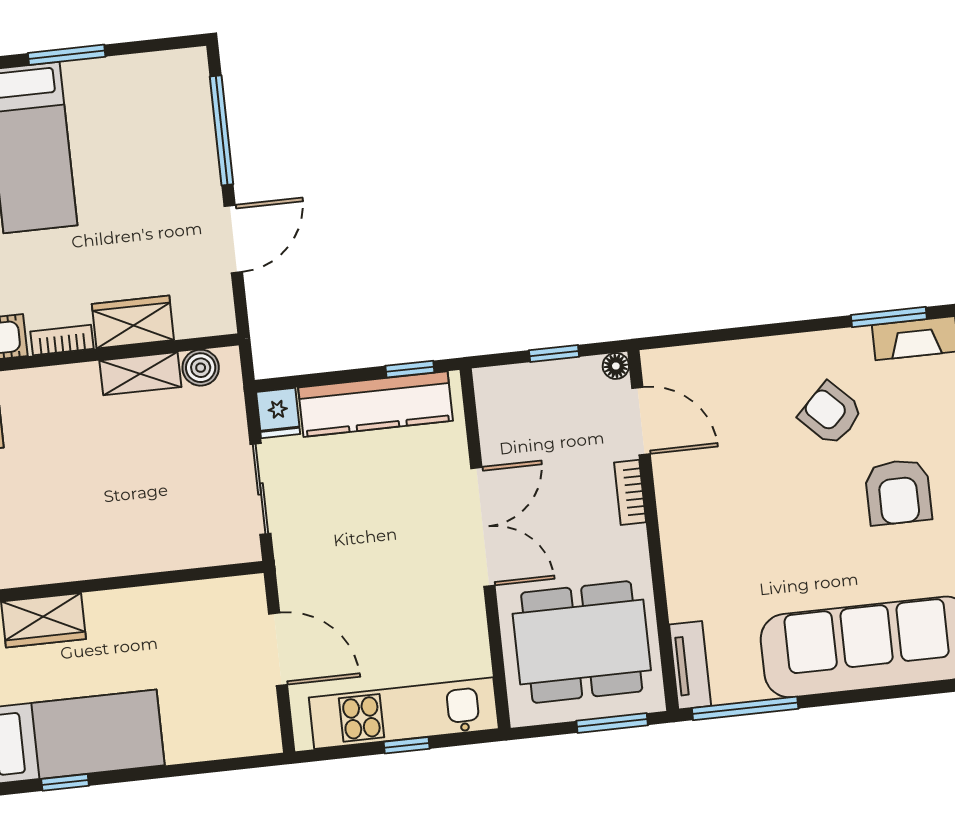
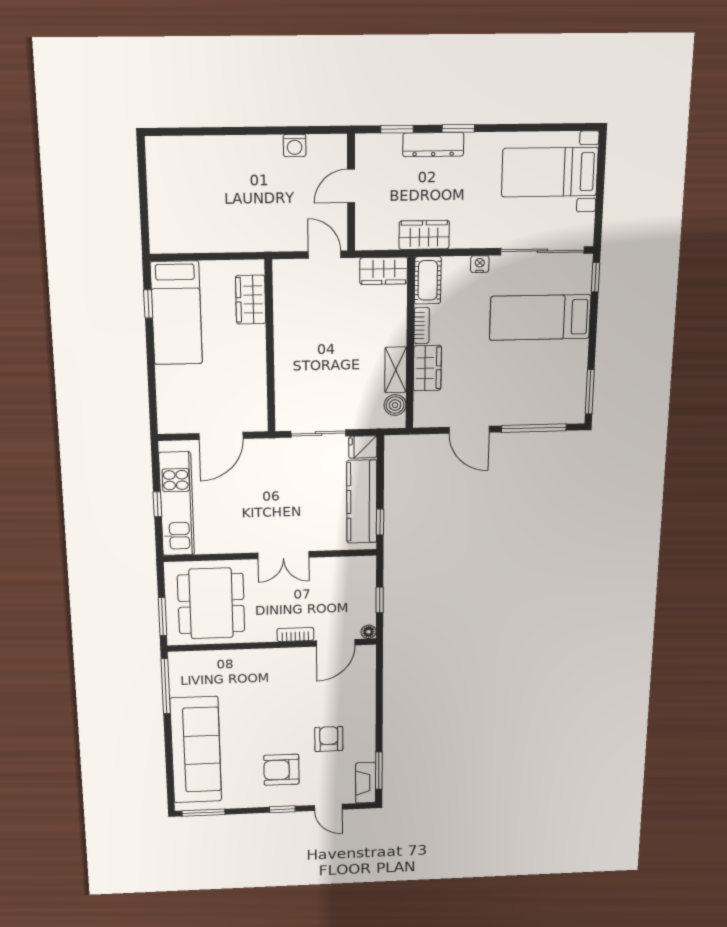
window: (67, 55) -> (590, 392), moved
armchair: (831, 414) -> (329, 739), turned -45
double door: (483, 527) -> (283, 555), width x0.73
tv unit: (690, 665) -> (193, 659), removed

